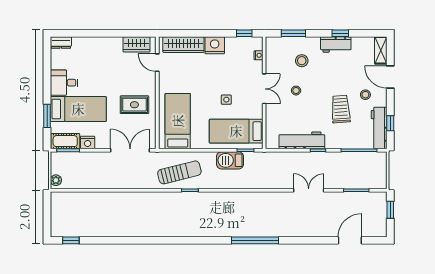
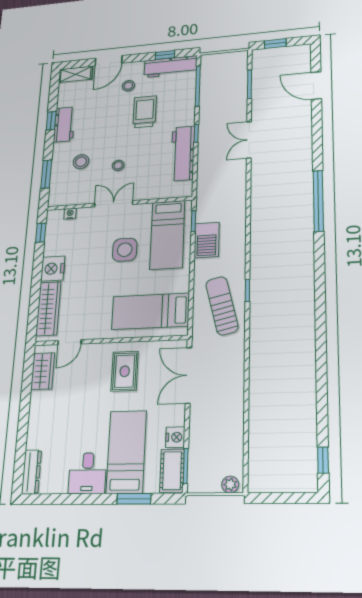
dresser: (61, 43) -> (31, 472), width x1.44
side table: (226, 100) -> (125, 250), width x1.87, depth x1.87
trolley: (341, 109) -> (145, 112), turned 94

